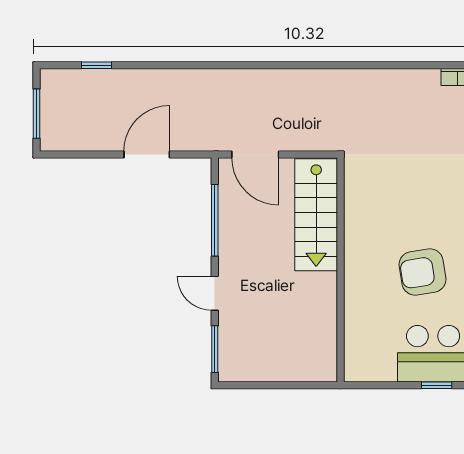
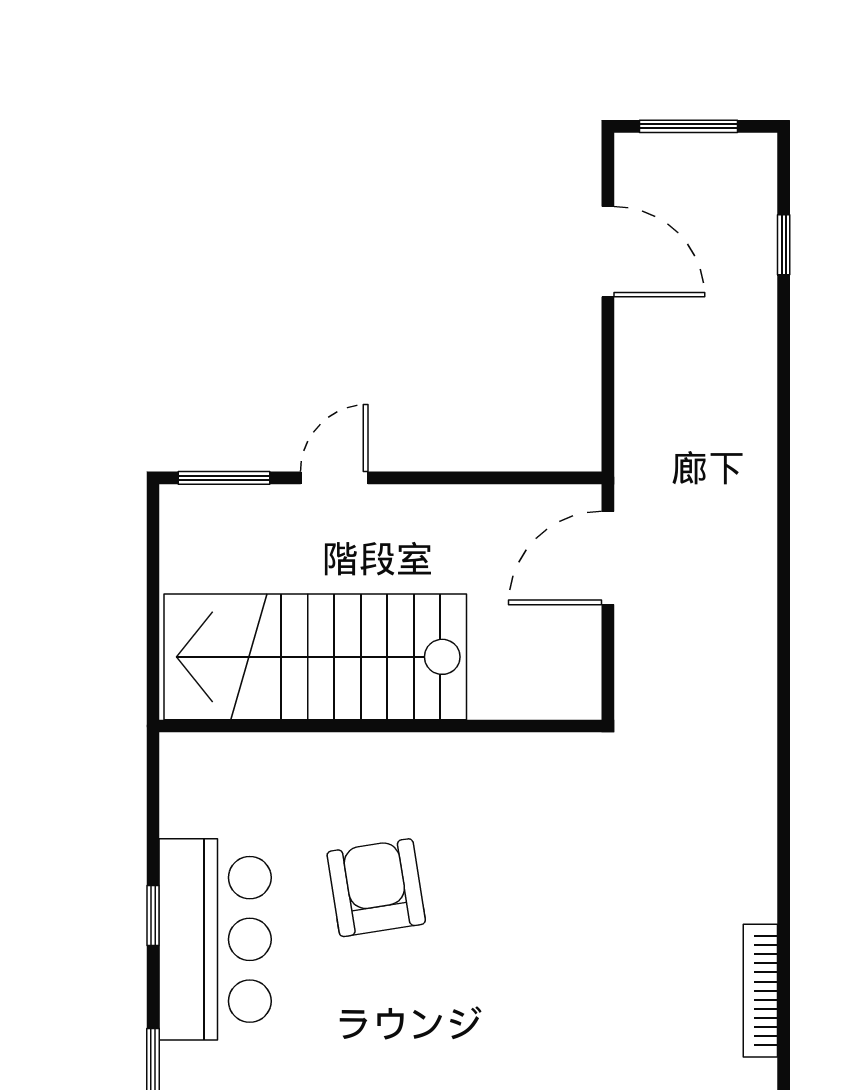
door: (147, 154) -> (608, 252), moved
stairs: (316, 215) -> (315, 657), moved, width x1.36, depth x1.51
window: (215, 220) -> (478, 478), removed

